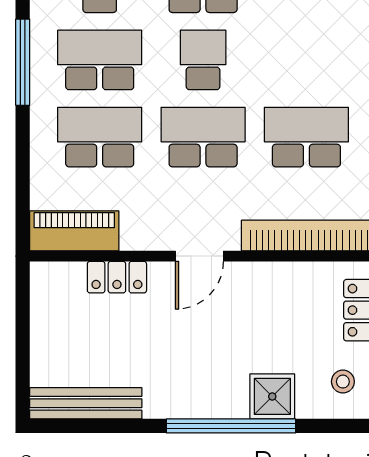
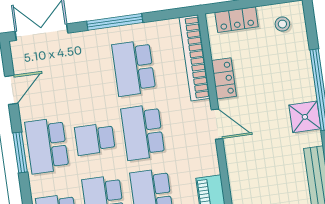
locker: (117, 277) -> (224, 78), moved
shower: (272, 396) -> (305, 117), moved

